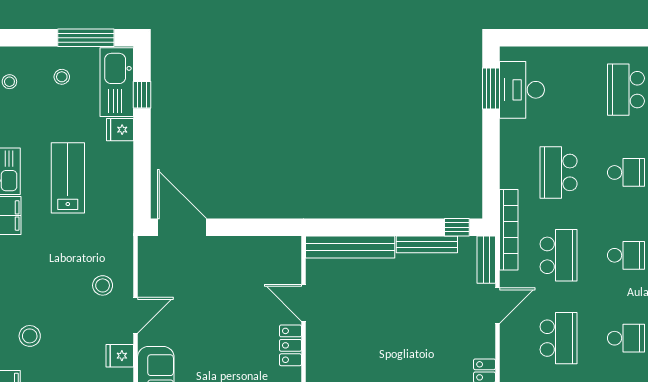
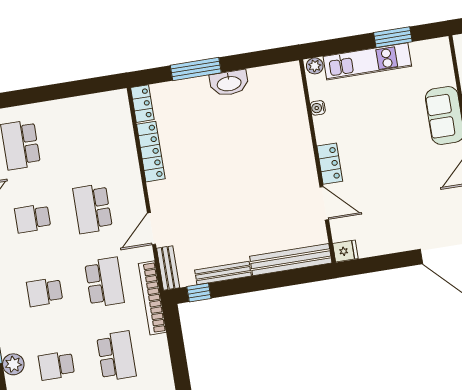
fridge: (289, 247) -> (345, 251), added
school desk: (559, 255) -> (104, 282), turned 180

